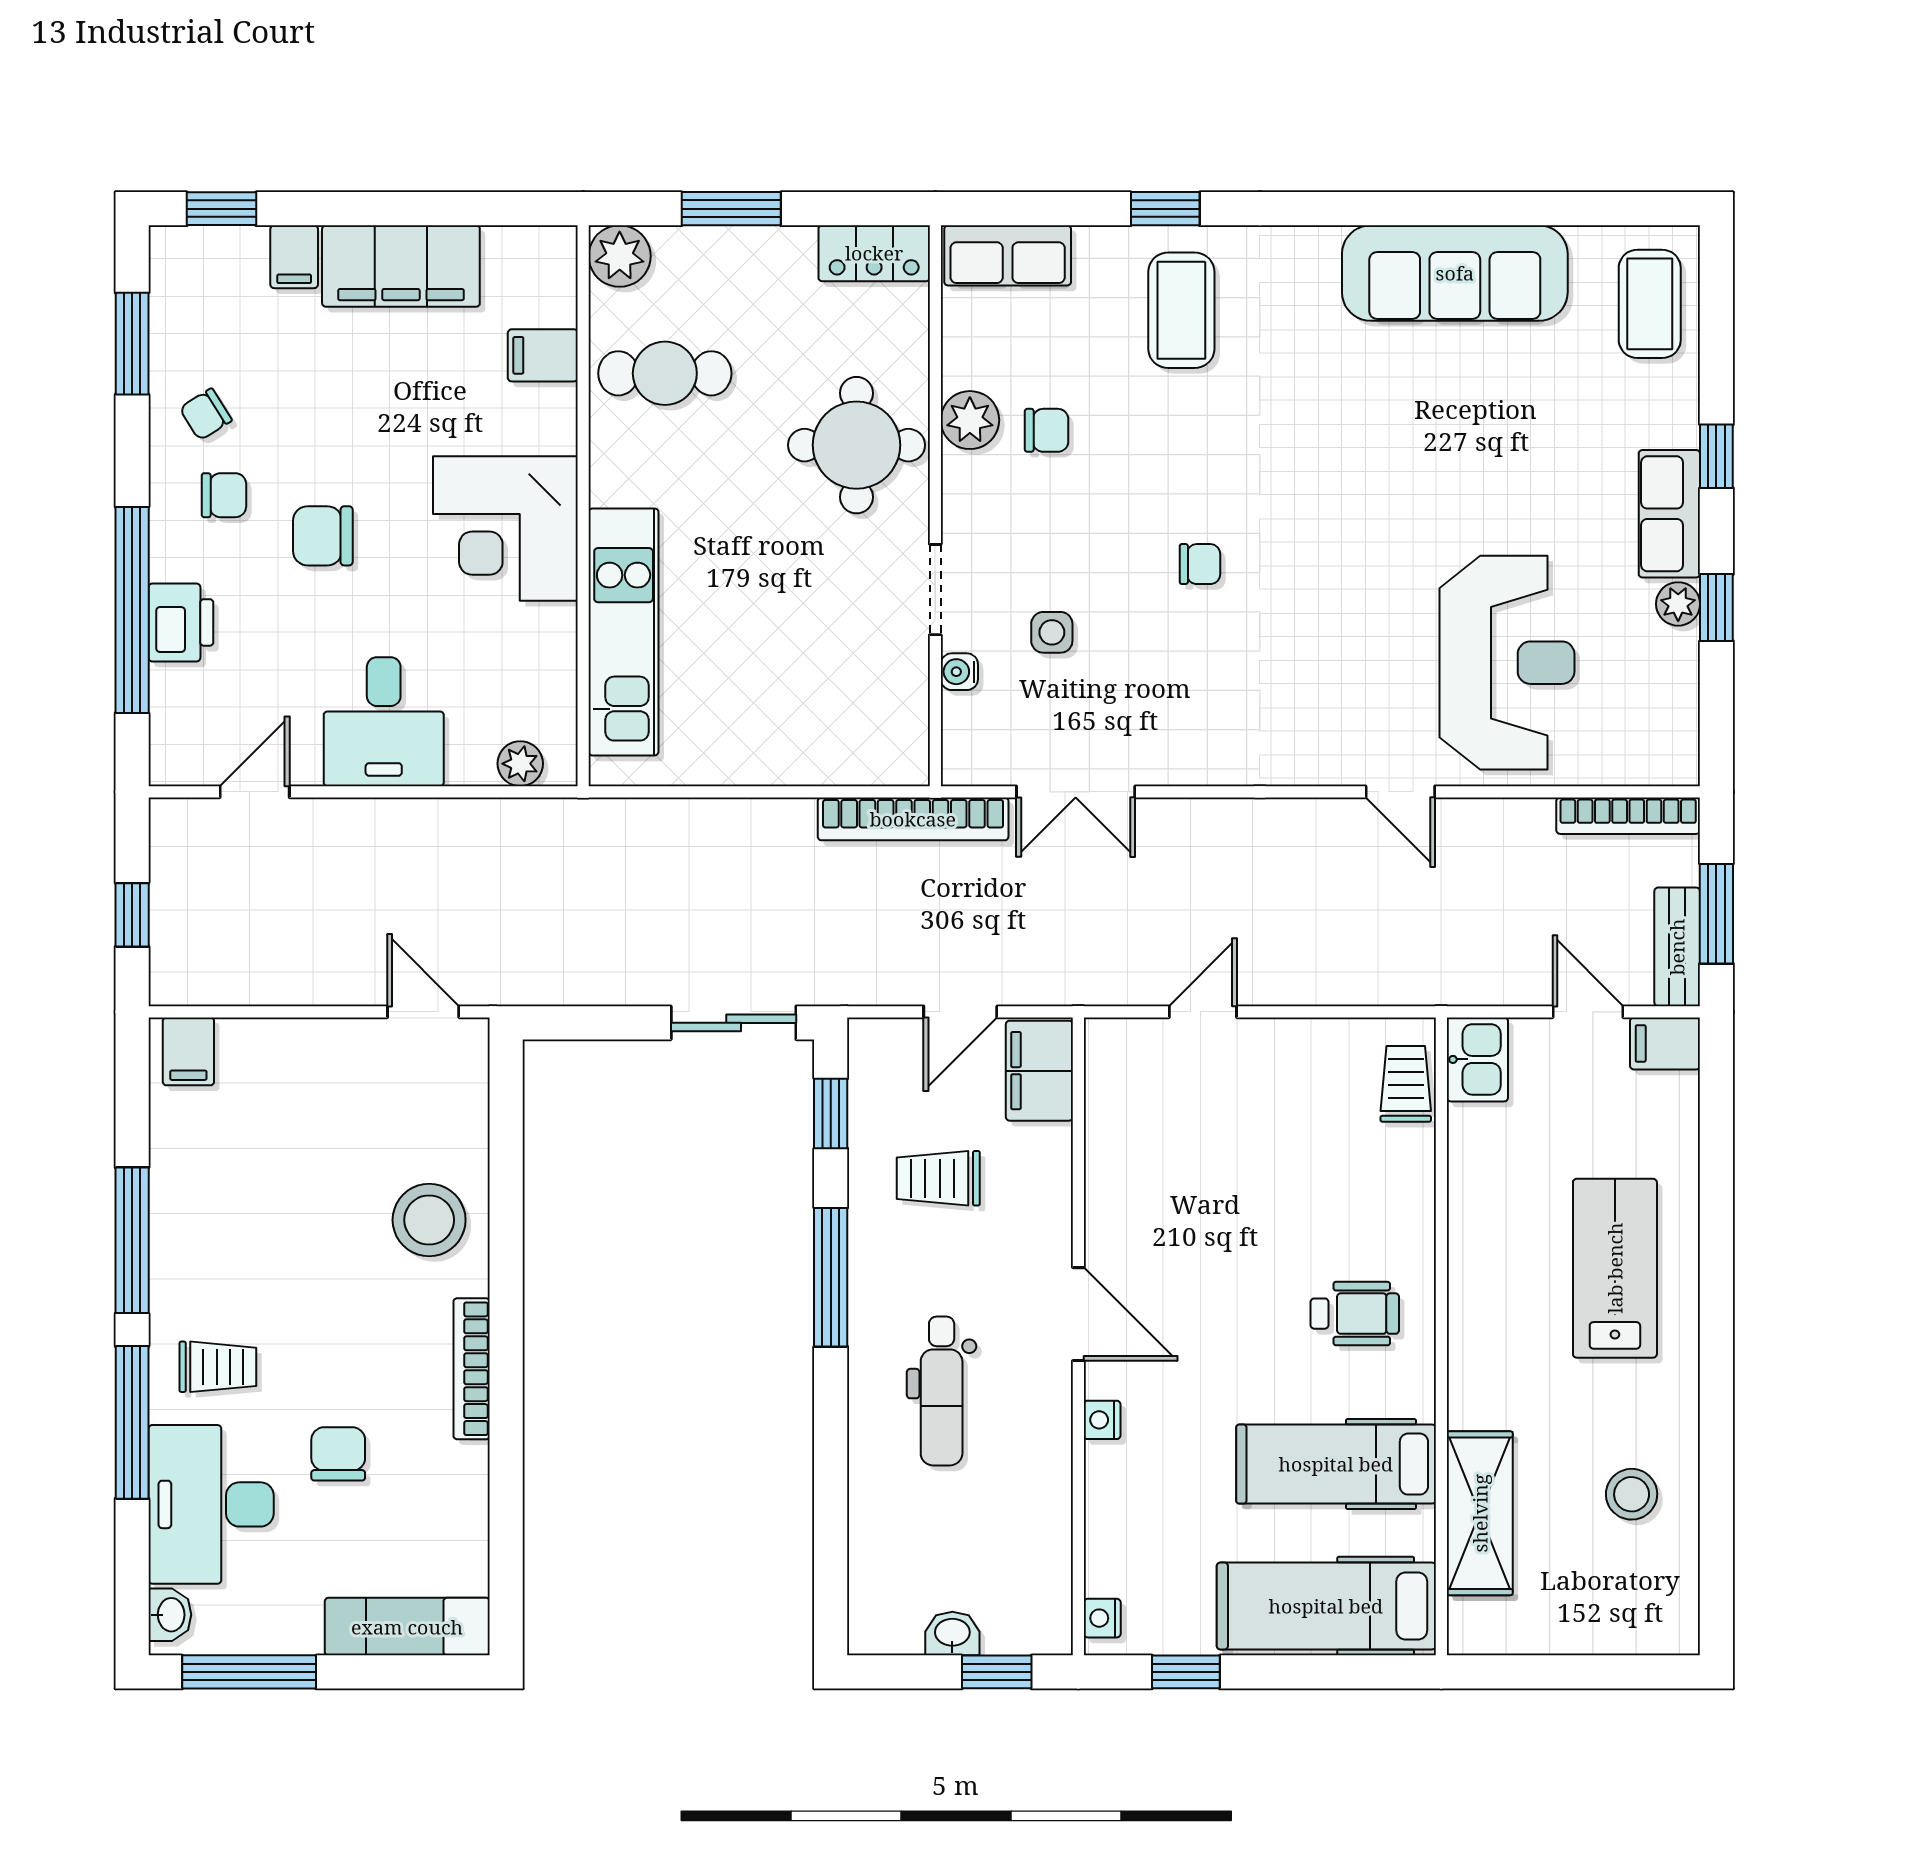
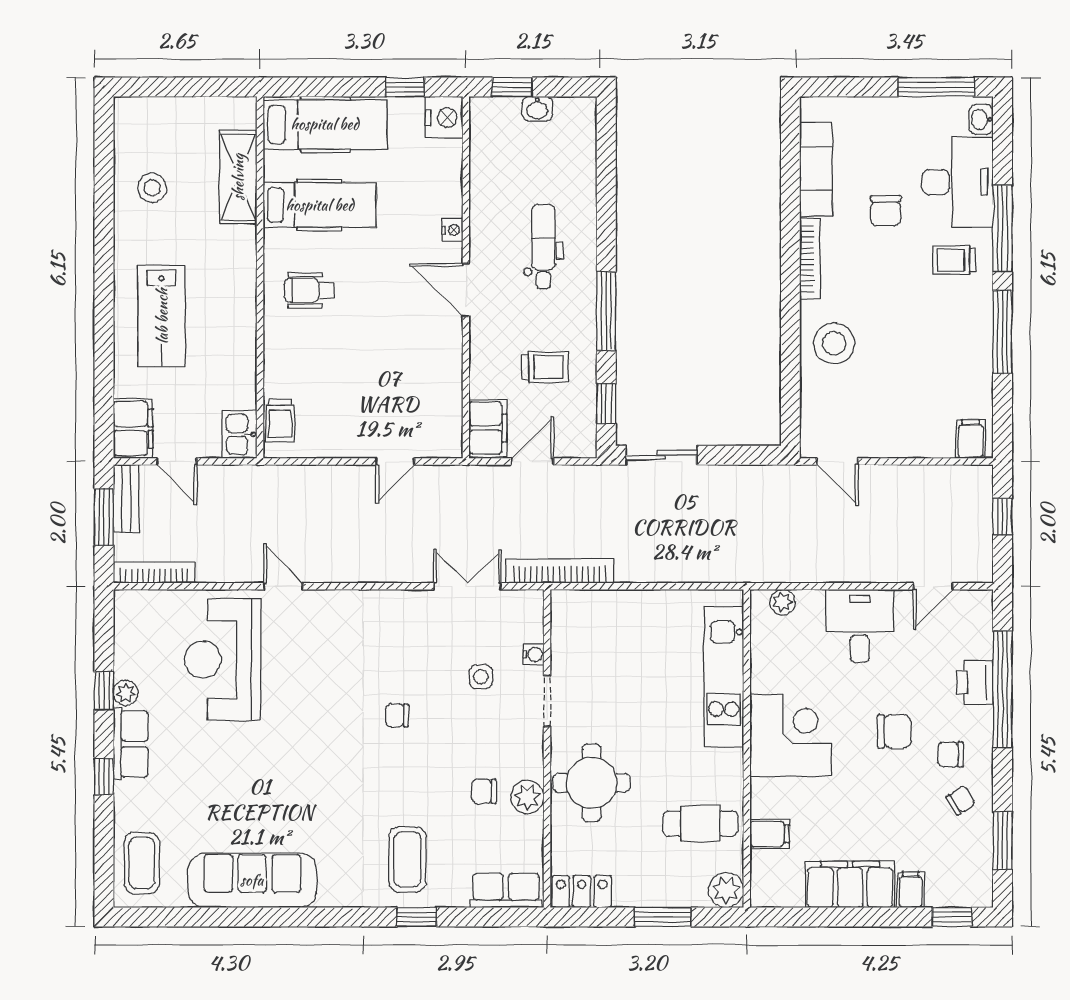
filing cabinet: (1665, 1043) -> (133, 429), width x2.00
nightstand: (1102, 1618) -> (444, 118), width x1.89, depth x1.79
exam couch: (407, 1627) -> (816, 170), moved, turned -90

